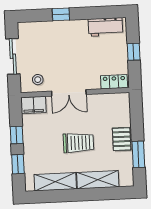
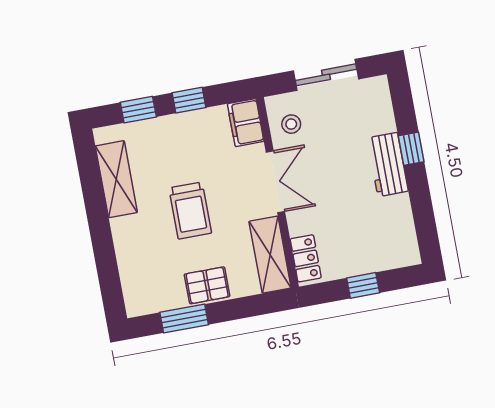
workbench: (105, 27) -> (388, 165), moved
double door: (69, 93) -> (275, 182), swing flipped
shelving: (98, 180) -> (270, 255), moved

